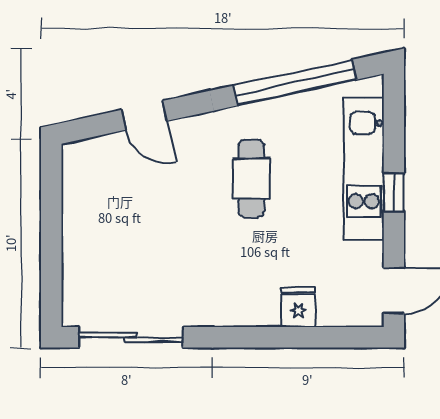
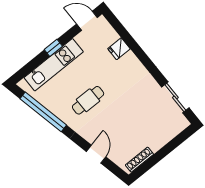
shoe rack: (72, 184) -> (139, 160), added
sliding door: (131, 337) -> (175, 97), width x0.73

